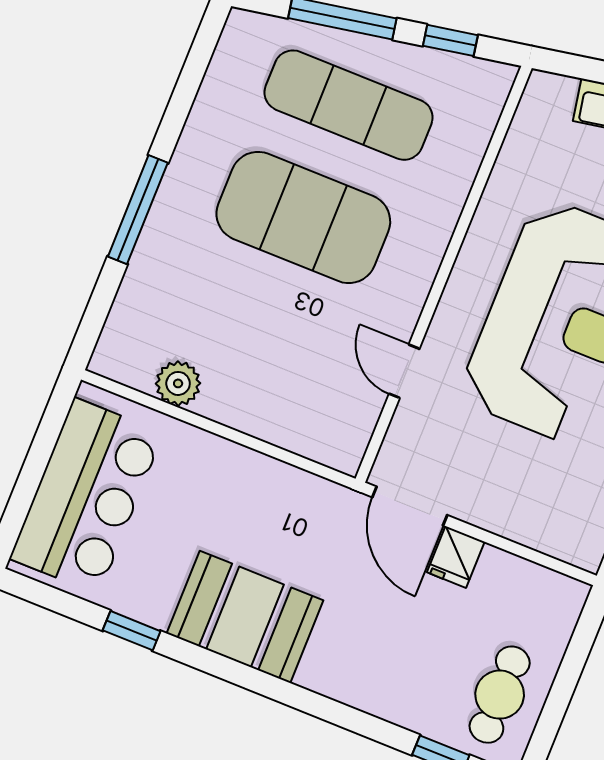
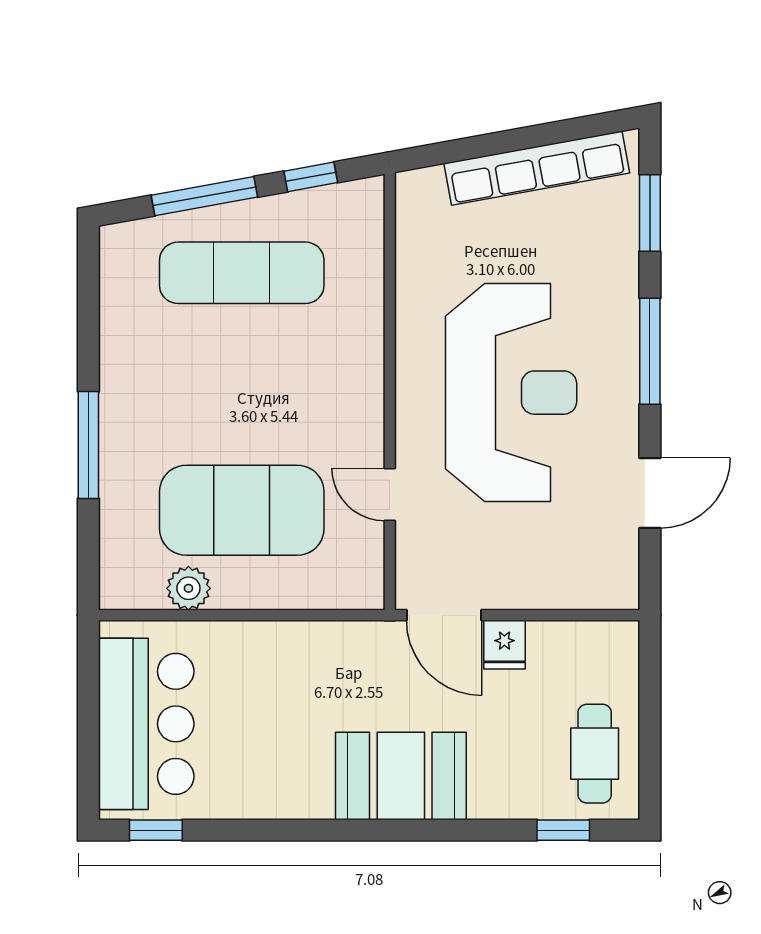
exercise mat: (303, 217) -> (242, 510), moved
booth: (245, 617) -> (401, 776), moved
window: (132, 631) -> (156, 830), moved

